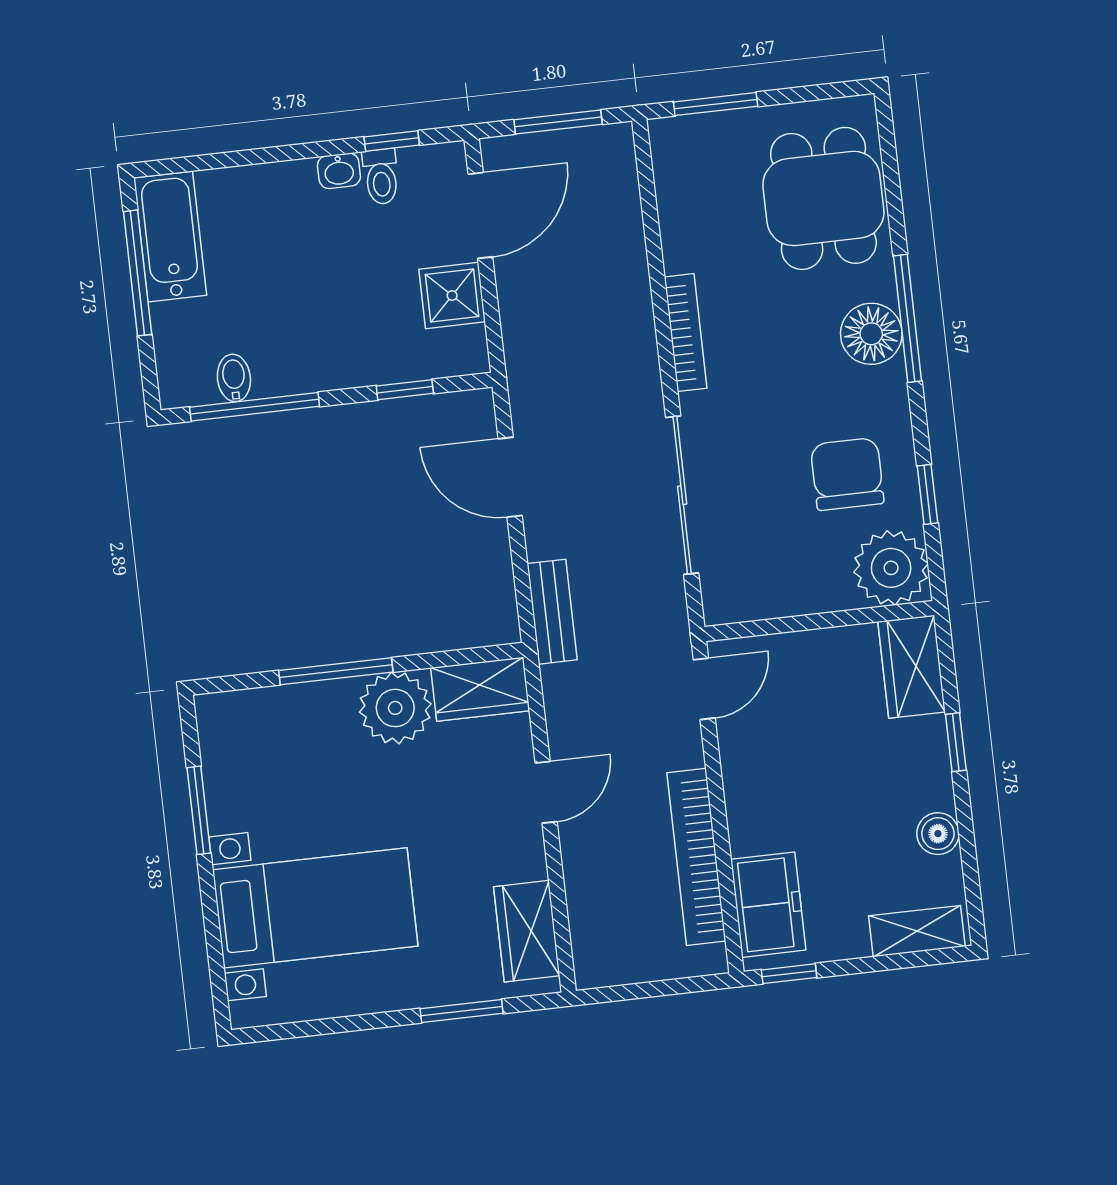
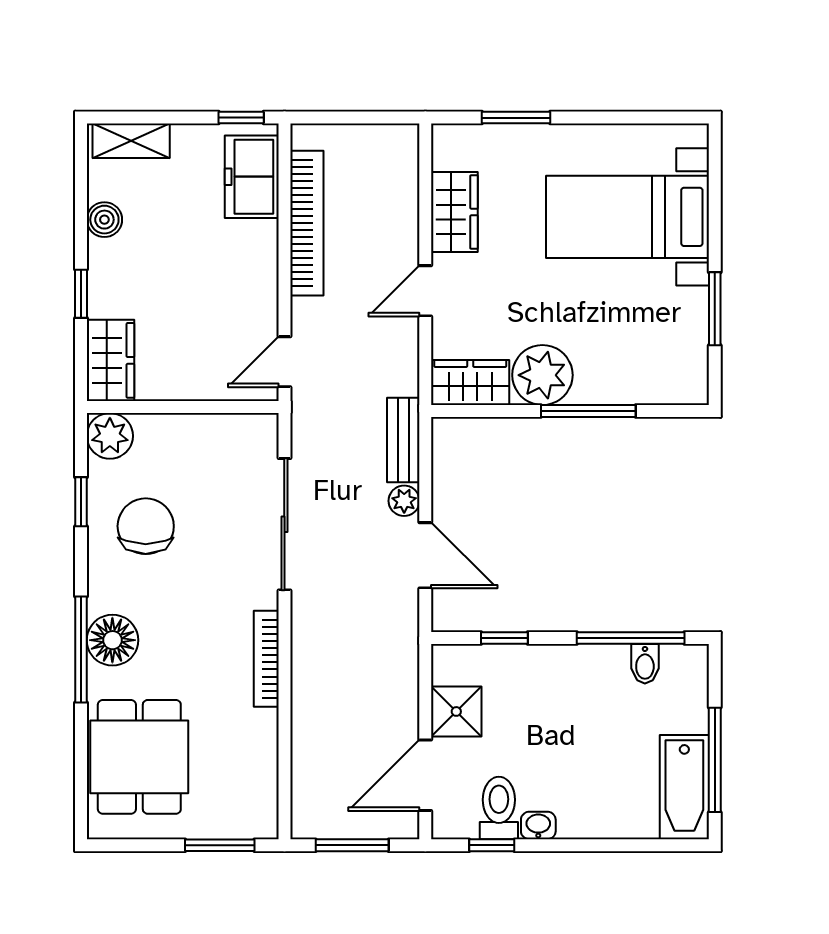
toilet: (381, 177) -> (499, 808), width x1.37, depth x1.39
chair: (847, 474) -> (146, 526), turned 180
plant: (543, 539) -> (404, 501), added
plant: (891, 568) -> (110, 436), width x0.73, depth x0.73
wardrobe: (527, 931) -> (454, 212), moved

